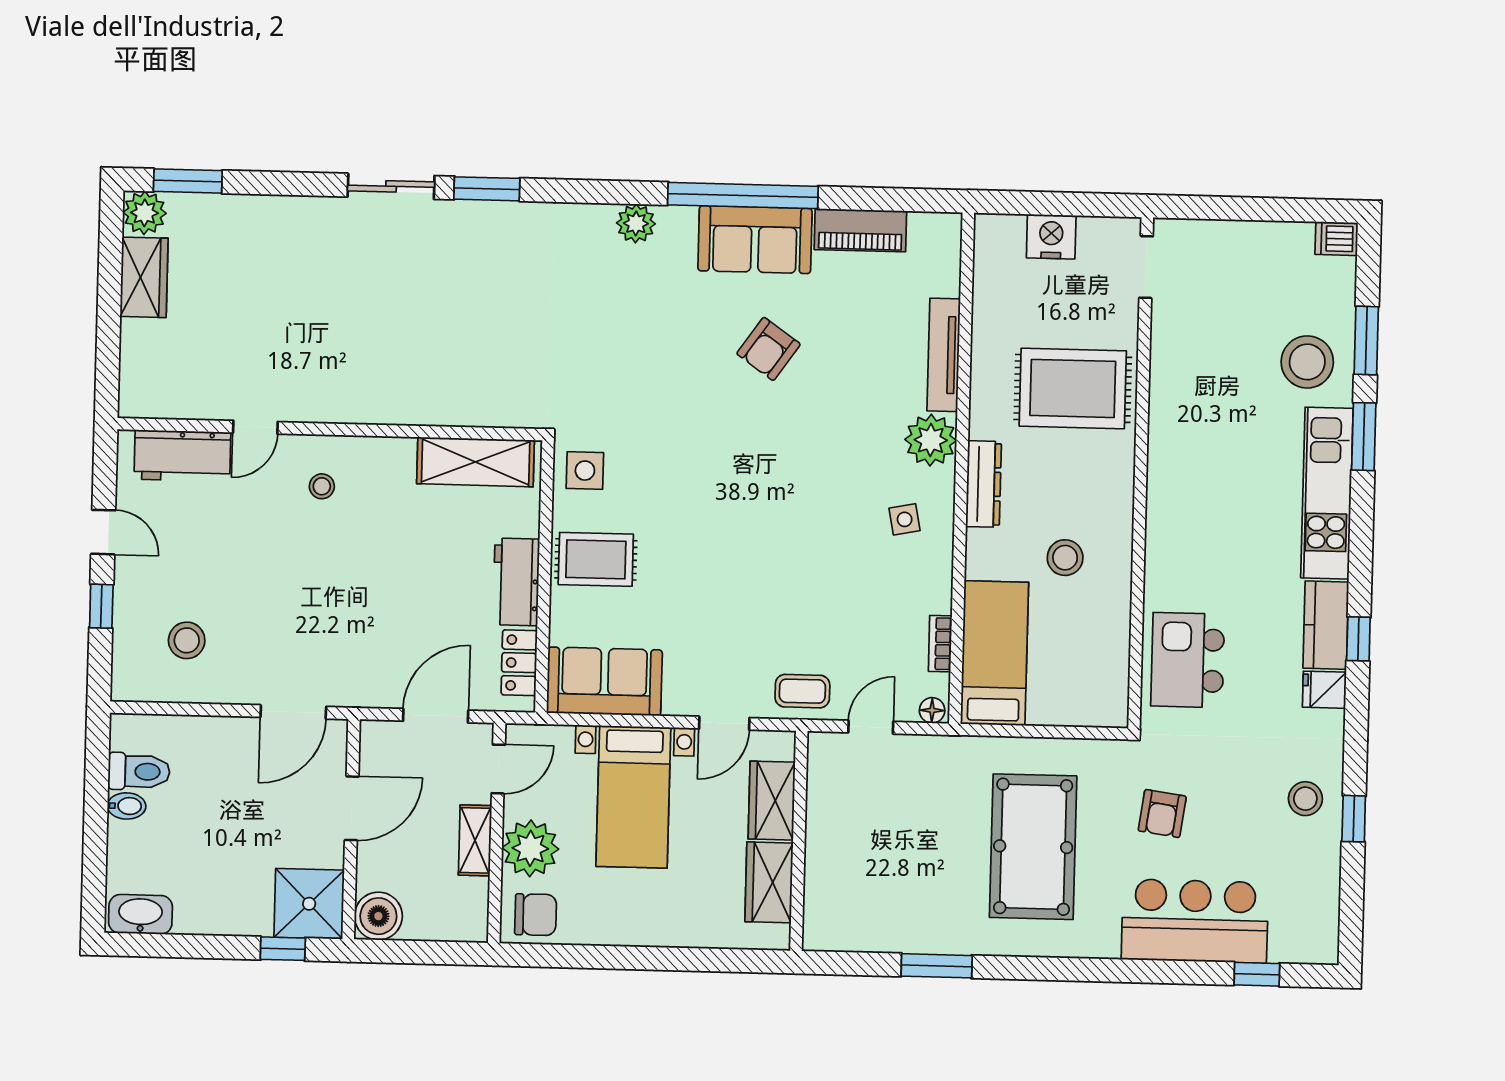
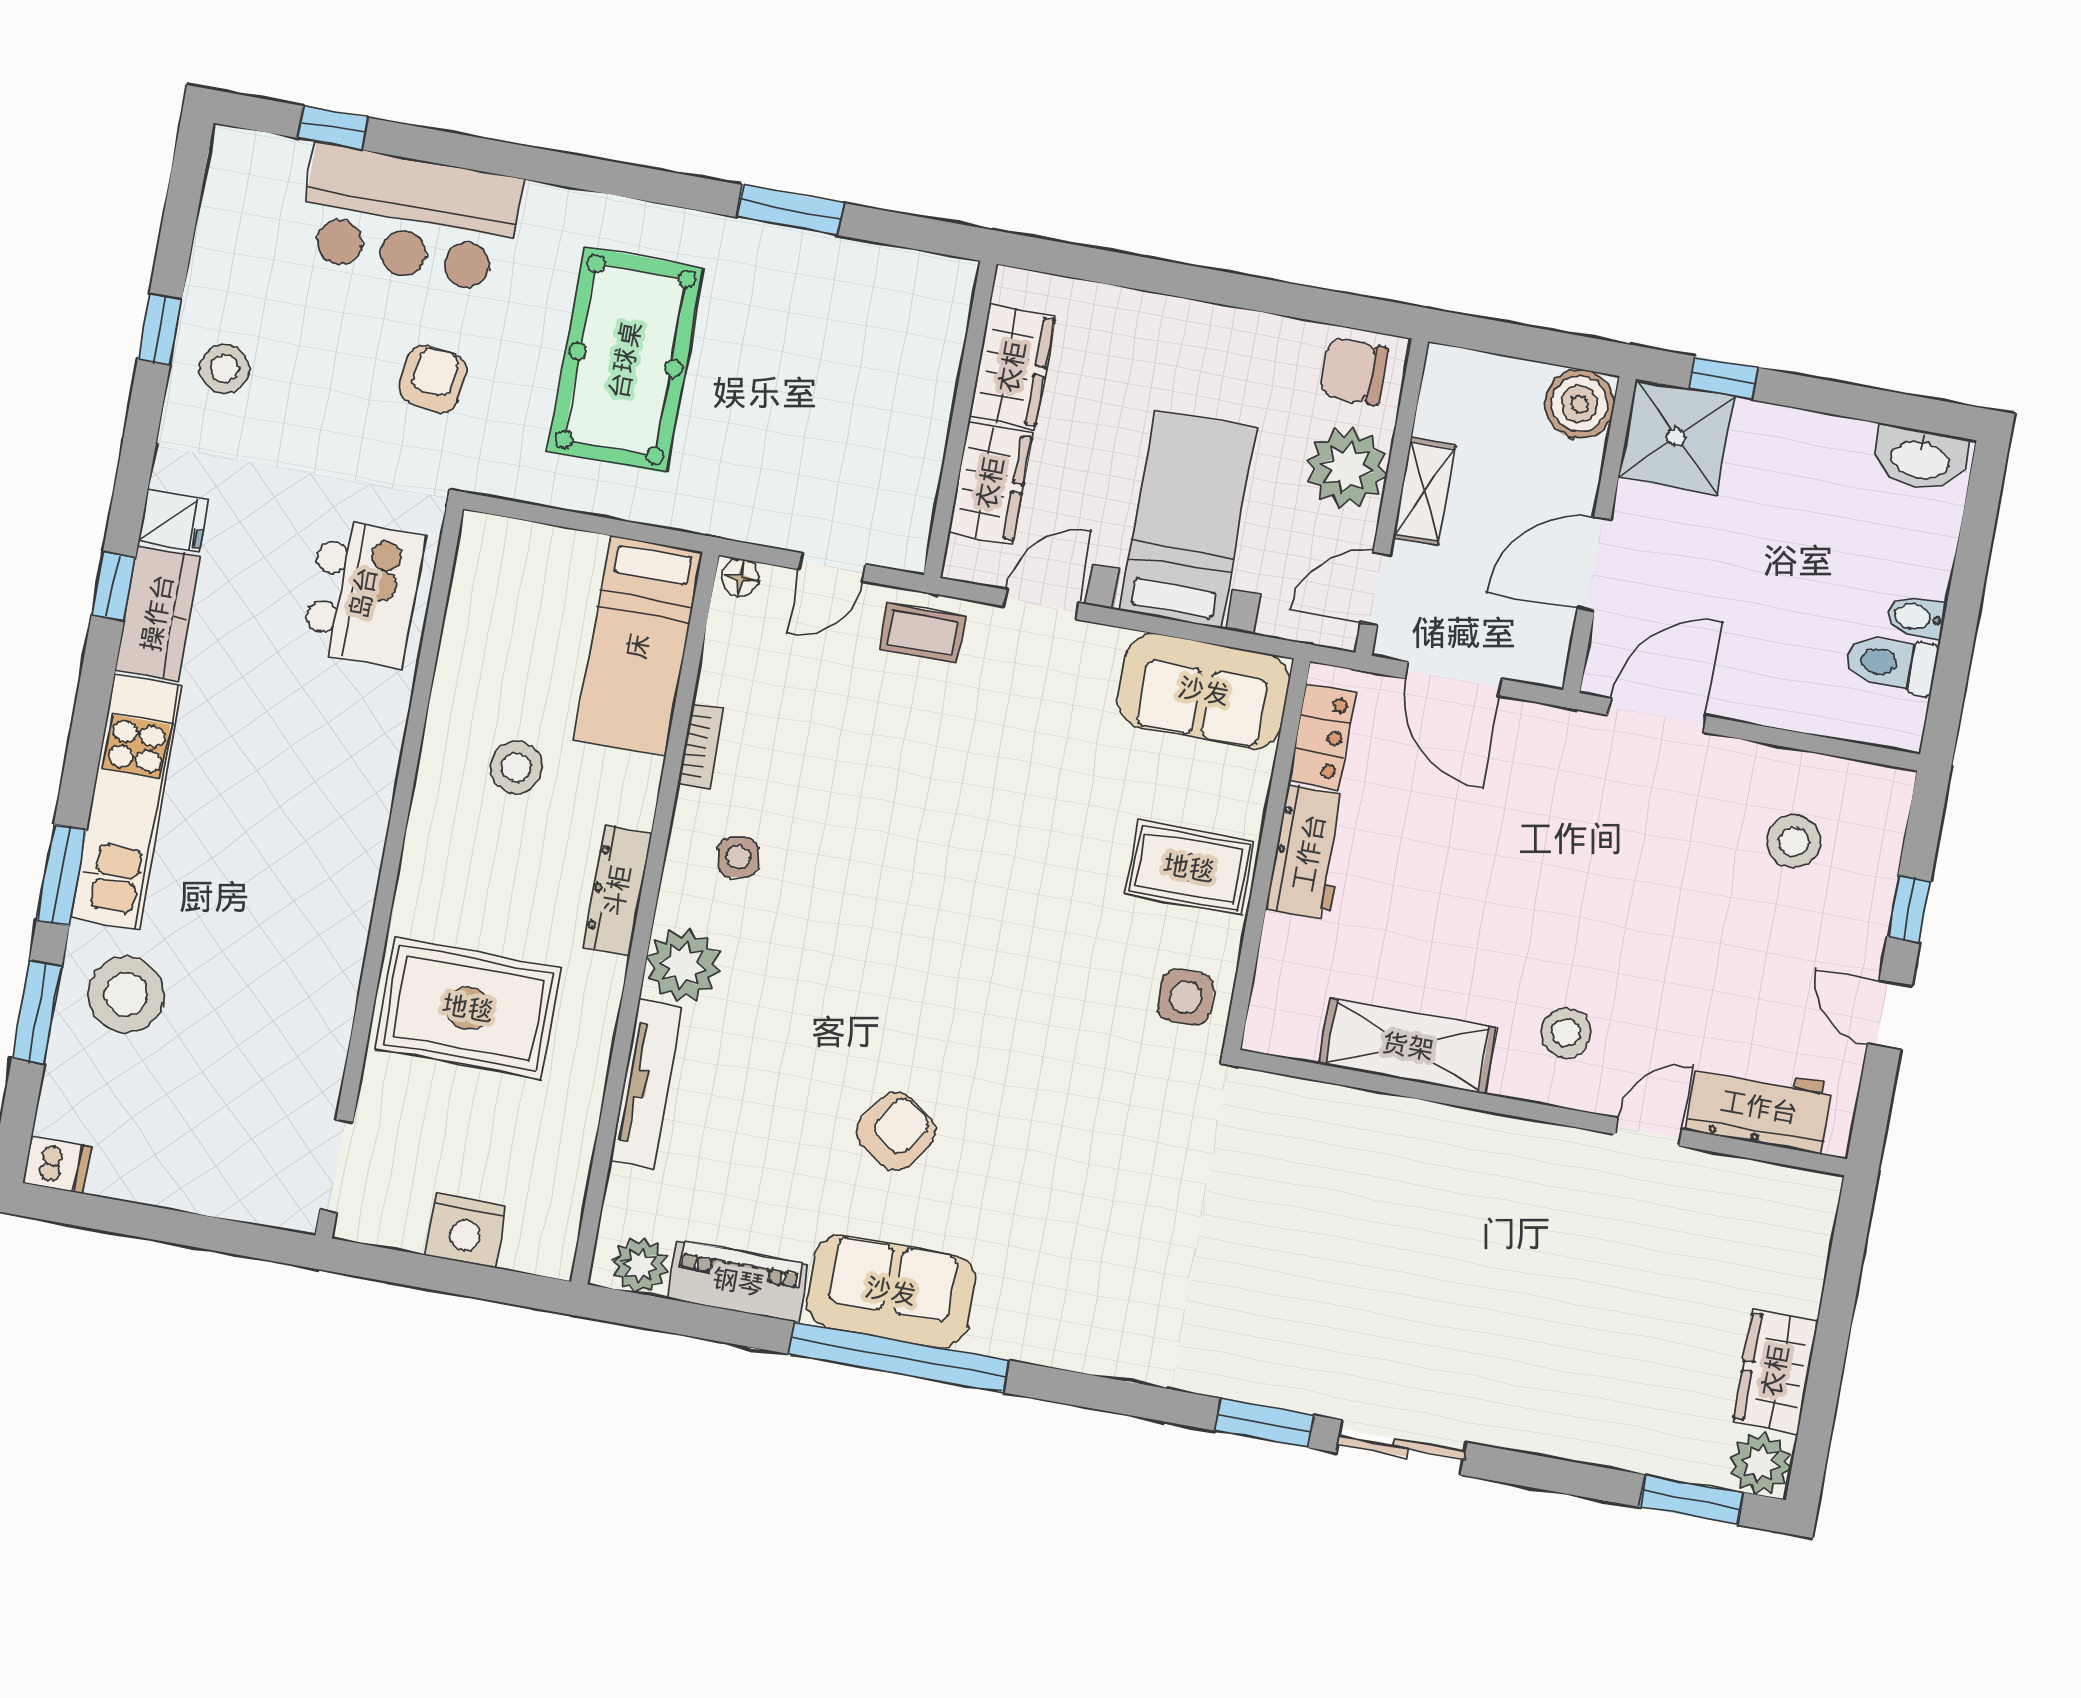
plant: (636, 223) -> (640, 1265), moved
shelving: (476, 462) -> (1408, 1046), moved
stool: (322, 486) -> (1566, 1033), width x1.37, depth x1.37
bookcase: (940, 644) -> (701, 746), moved
door: (436, 716) -> (1453, 679), hinge flipped

